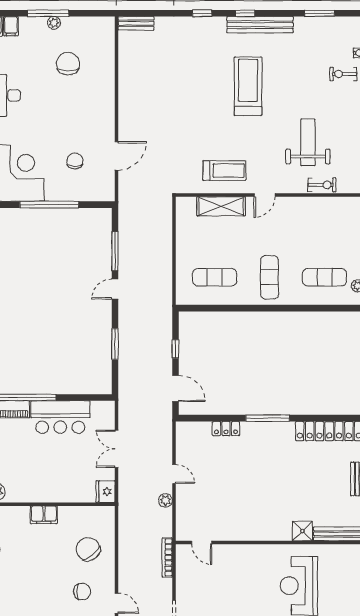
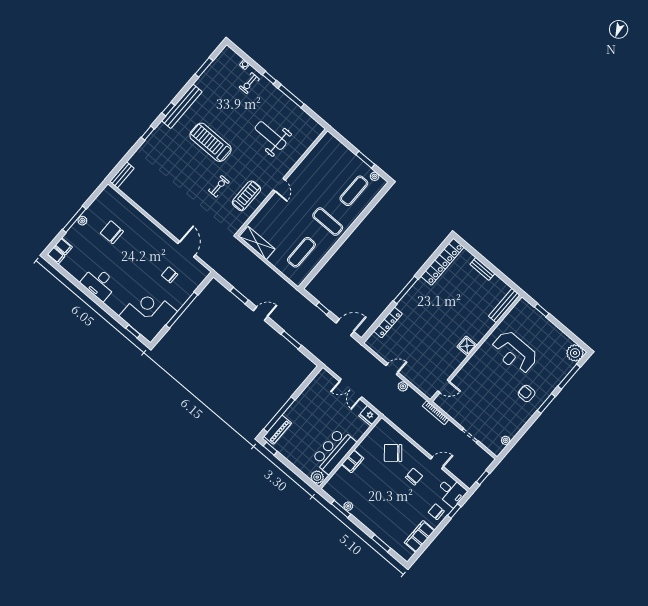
exercise bike: (322, 185) -> (219, 186), moved
shelving: (221, 206) -> (257, 243), moved, turned 90
window: (115, 251) -> (239, 296), width x0.69
door: (115, 289) -> (260, 314), swing flipped
bar counter: (60, 417) -> (334, 451), moved, turned 180
locker: (226, 429) -> (388, 322), width x1.53
shower: (302, 531) -> (467, 346), moved

